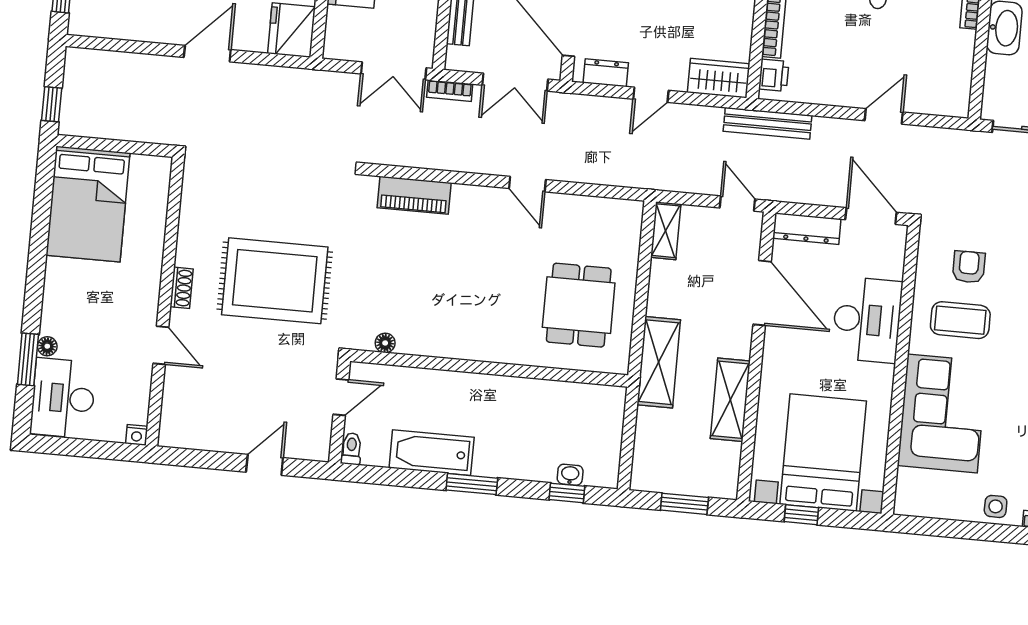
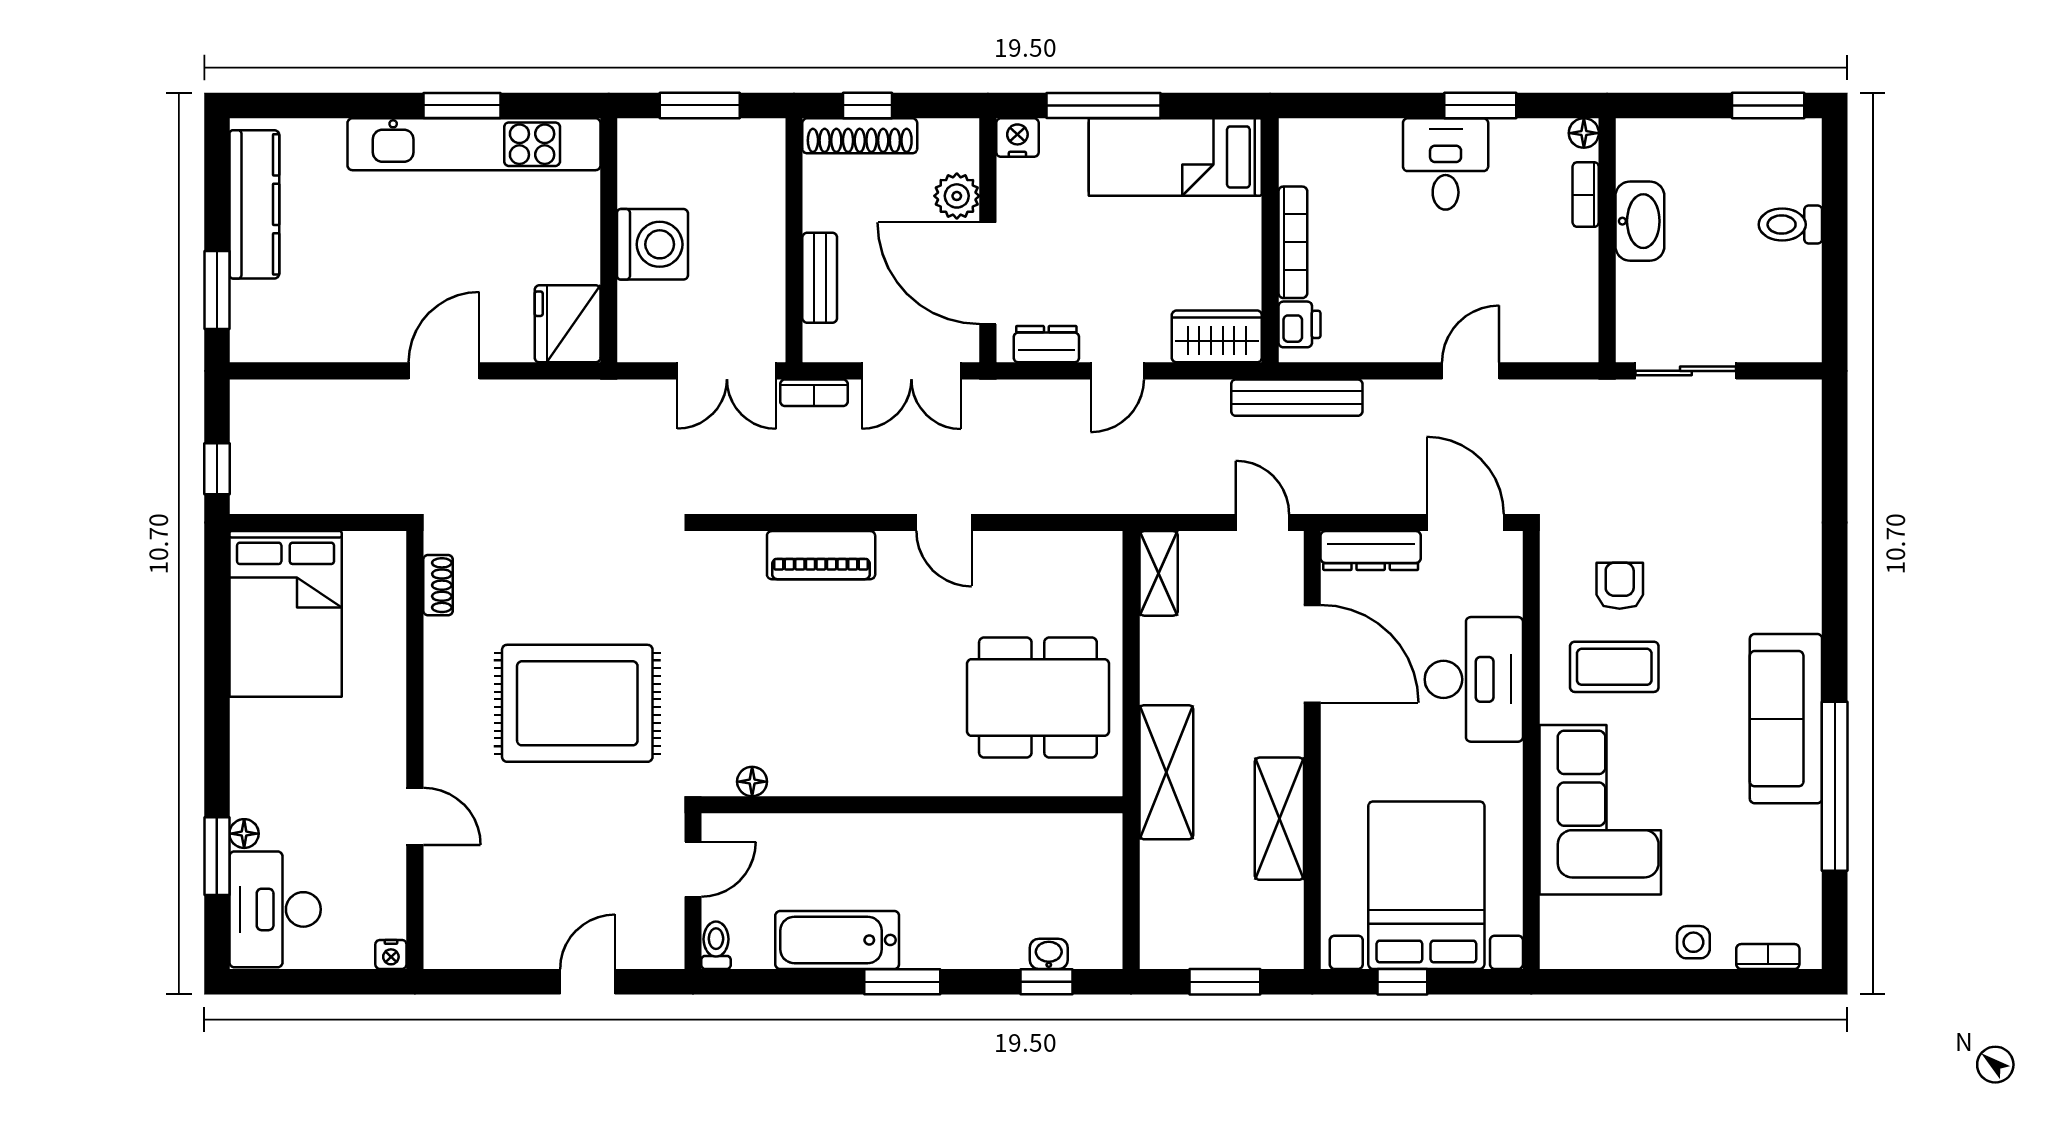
piano: (414, 195) -> (821, 555), moved
shoe rack: (182, 288) -> (438, 585), moved
dining table: (579, 305) -> (1038, 698), width x1.38

